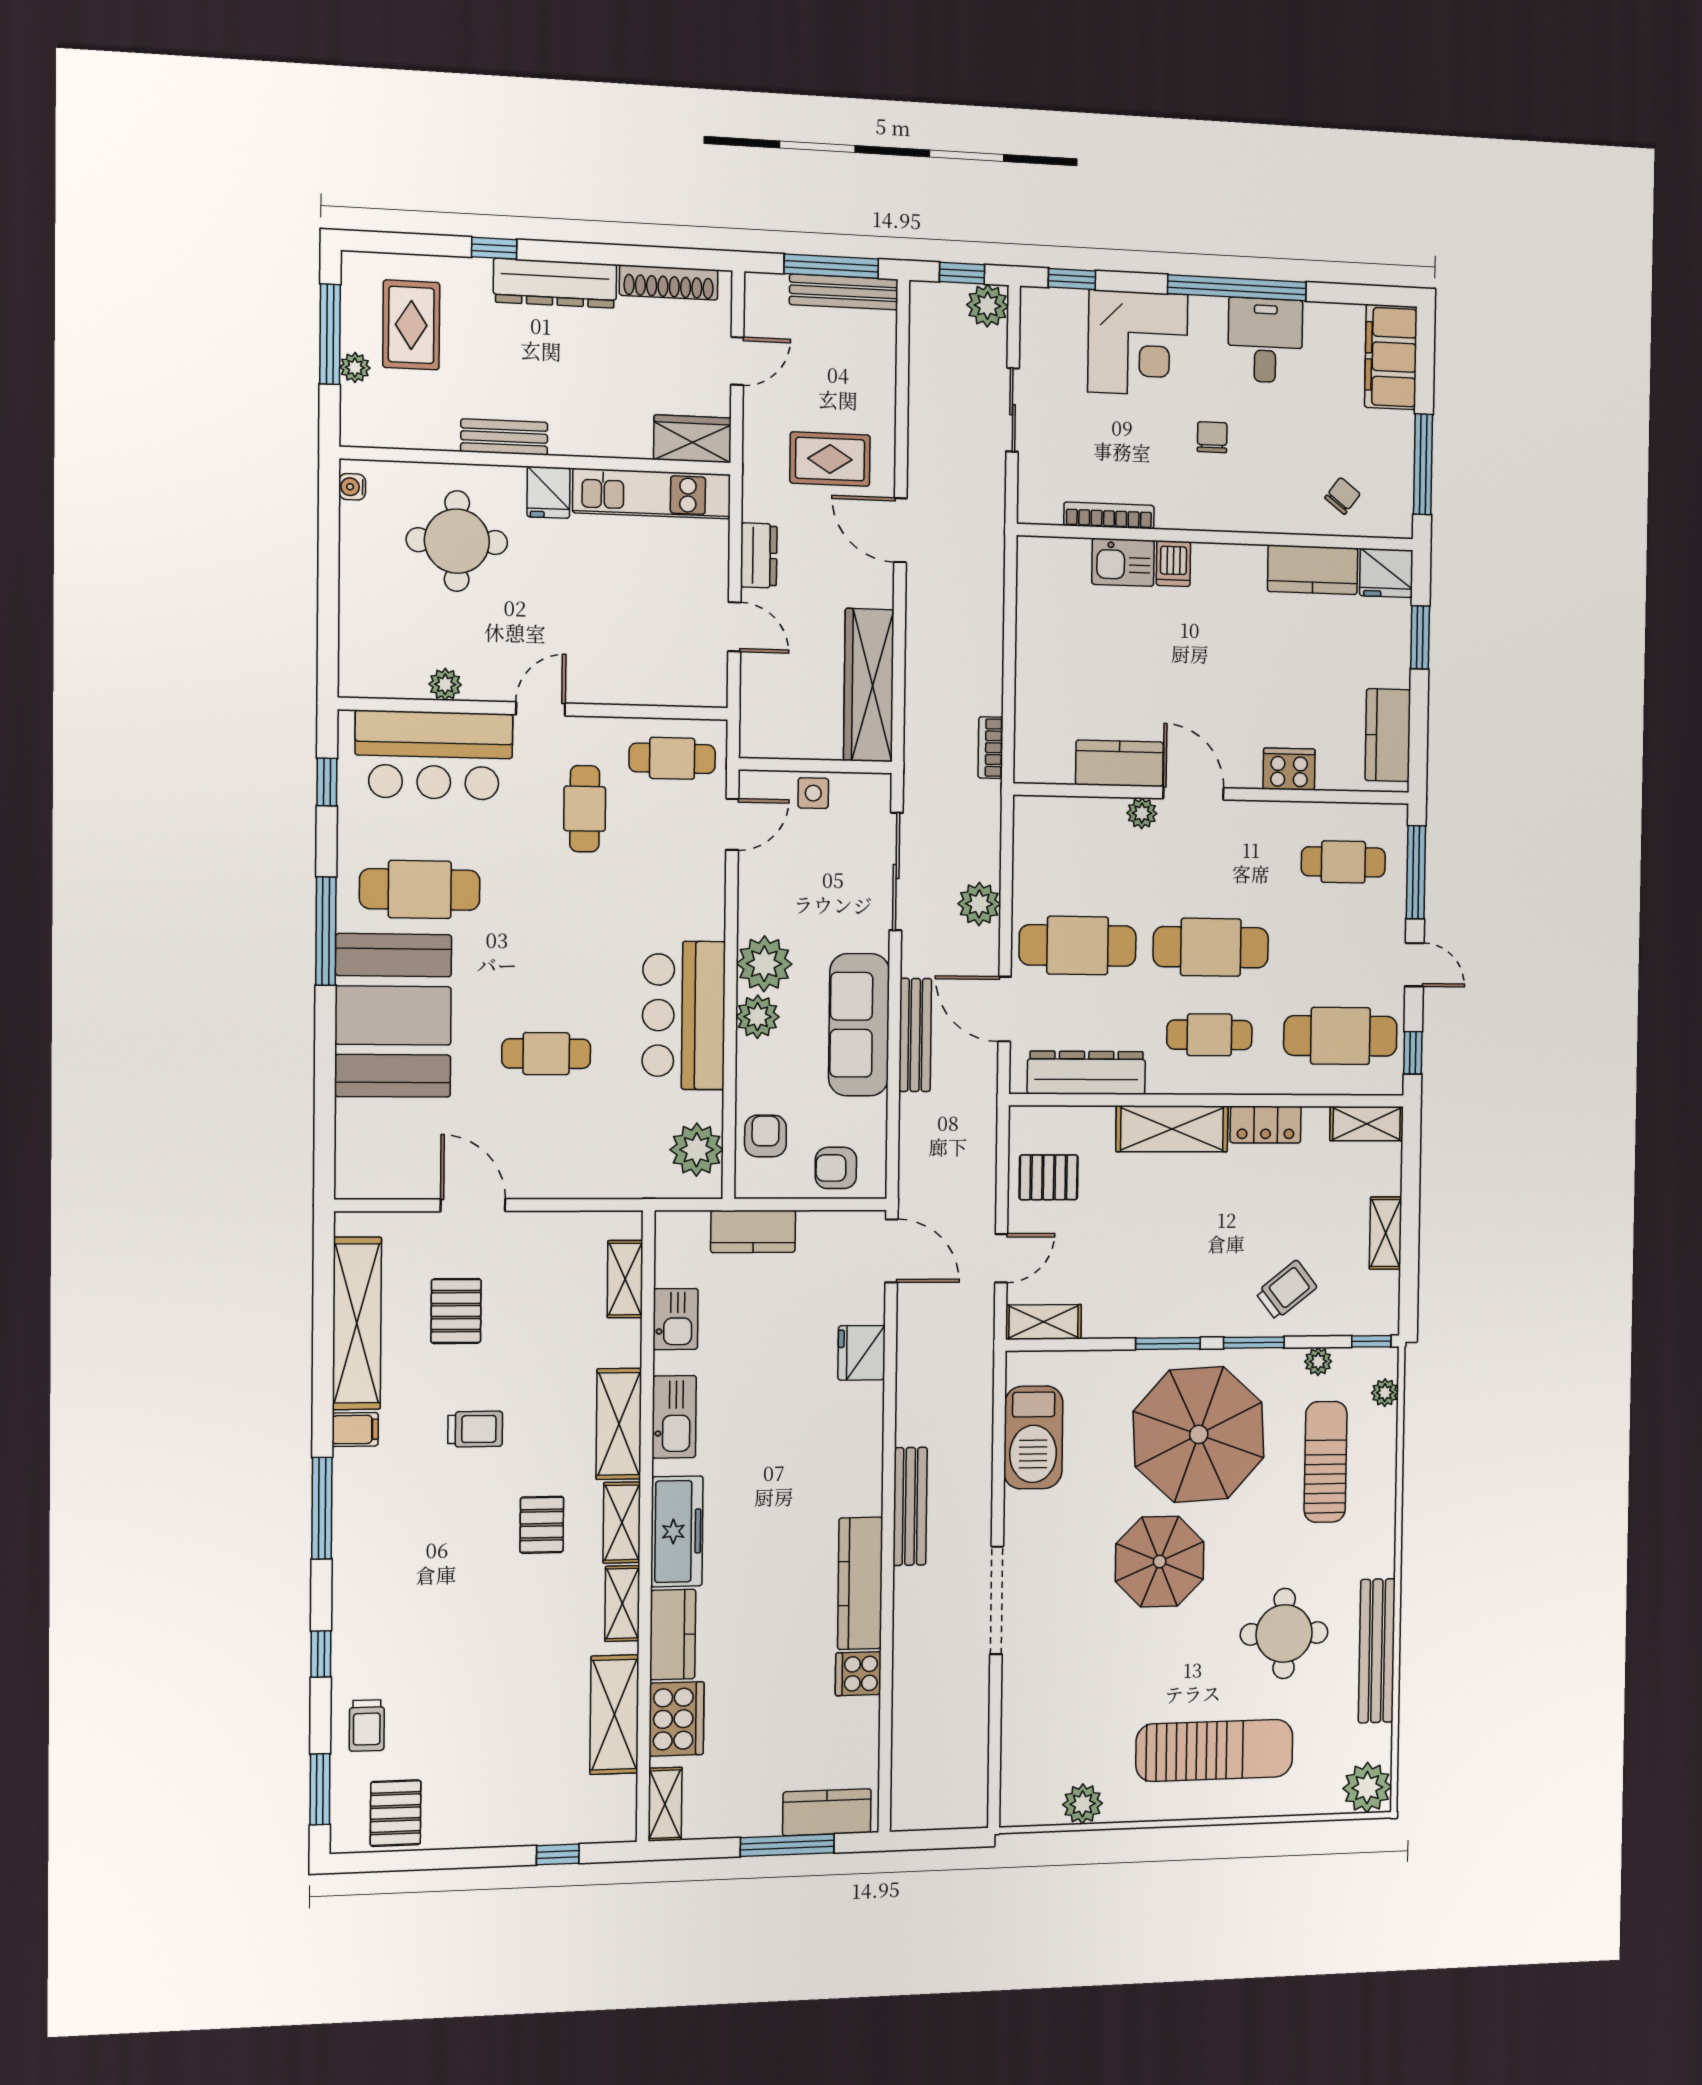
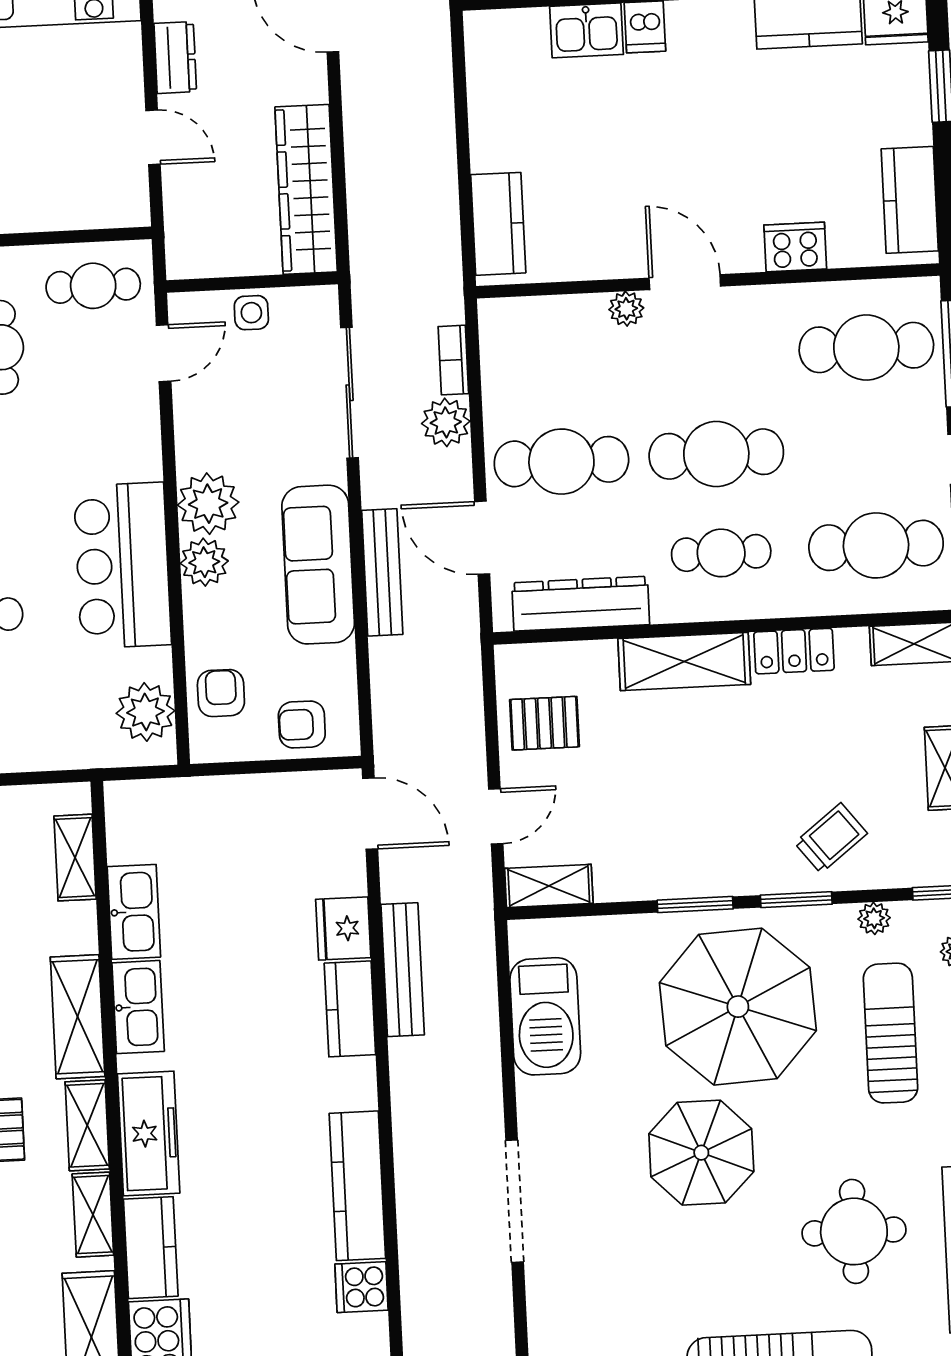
bookcase: (991, 748) -> (453, 360), moved
kitchen counter: (1119, 763) -> (498, 224), moved, turned 90
cafe table: (1343, 862) -> (866, 347), width x1.37, depth x1.35
kitchen counter: (753, 1231) -> (350, 1009), moved, turned 90
kitchen sink: (676, 1319) -> (134, 912), width x1.38
bench: (910, 1506) -> (403, 970), moved

